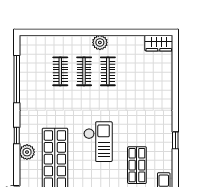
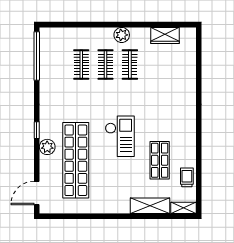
wardrobe: (159, 43) -> (165, 35), moved
window: (17, 79) -> (37, 56), moved
window: (175, 140) -> (199, 135), removed

